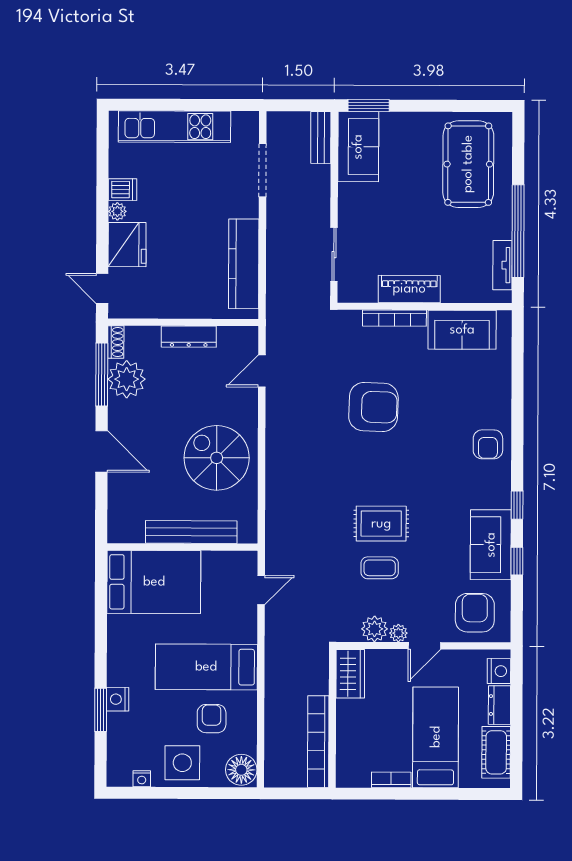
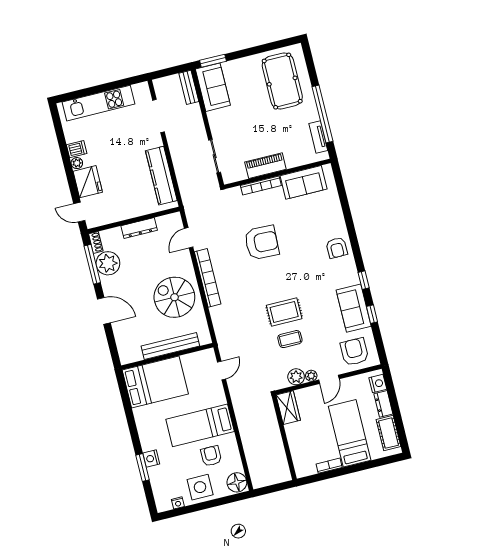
bookcase: (318, 742) -> (208, 278), moved, turned 180

